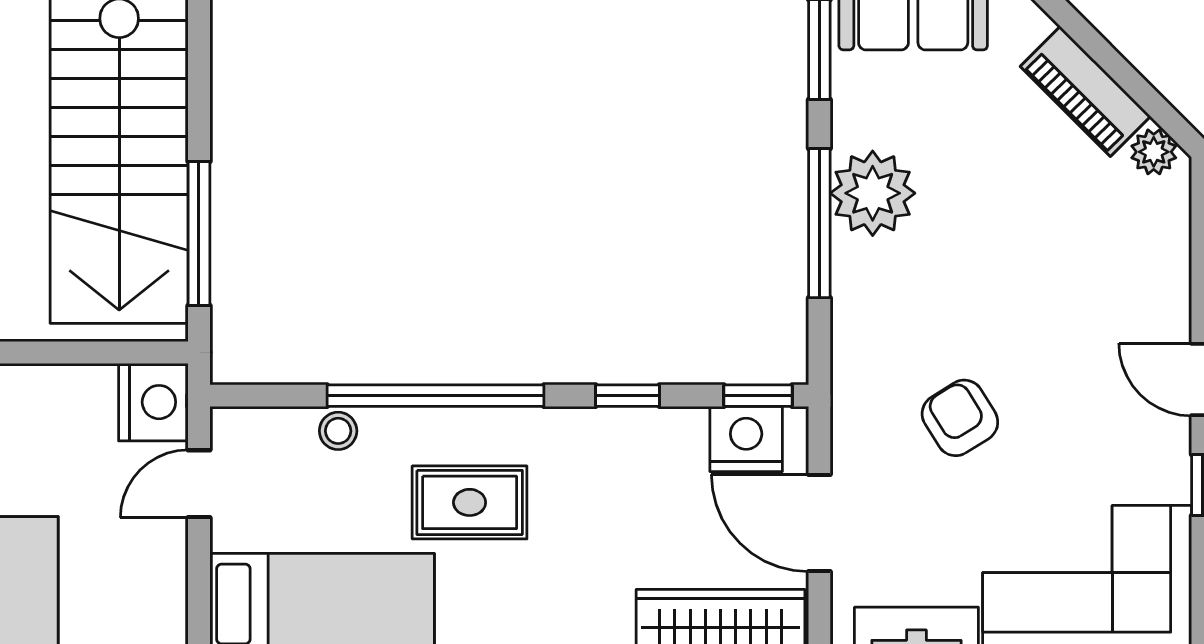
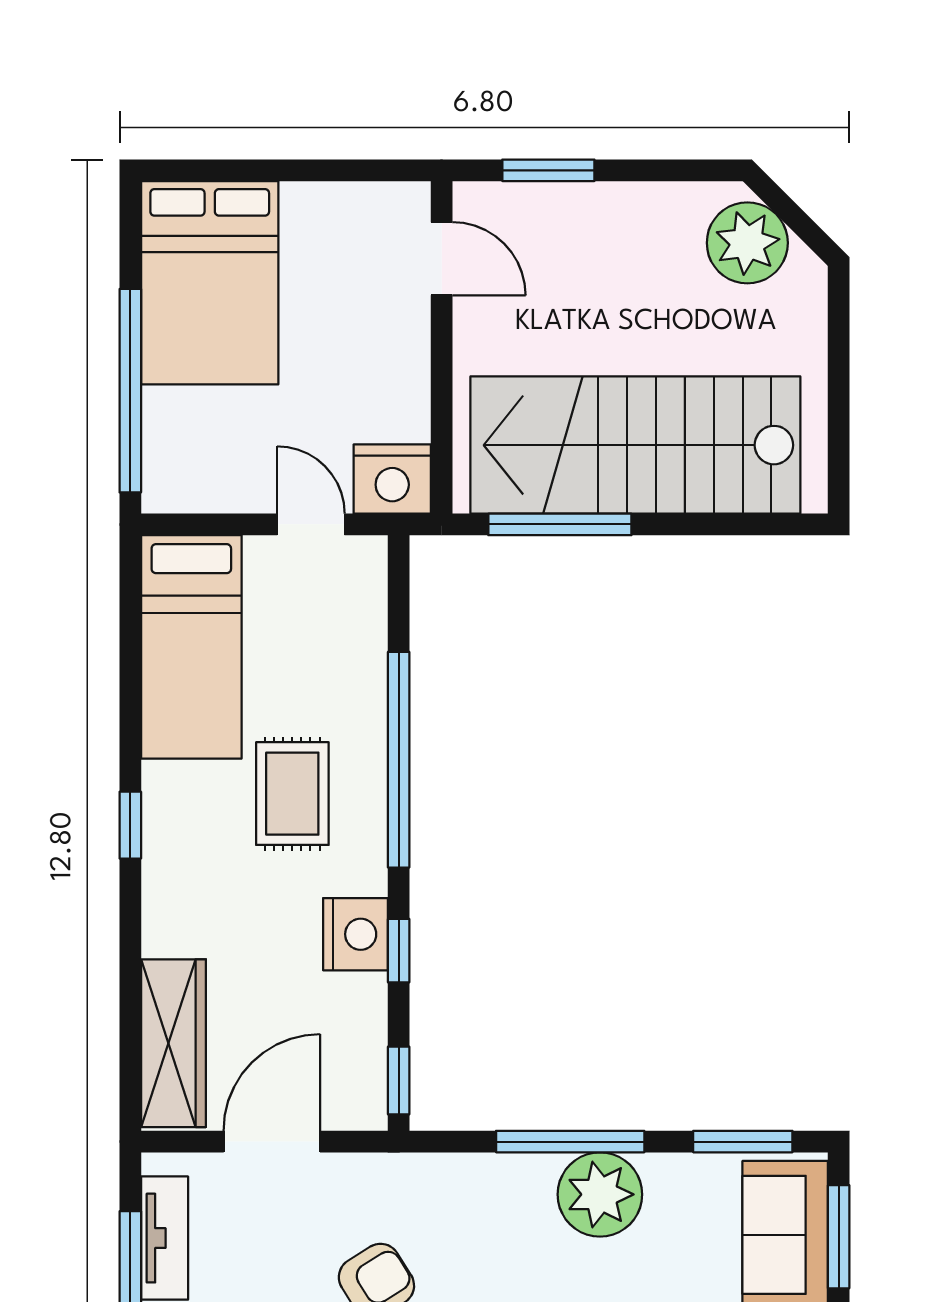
stool: (338, 431) -> (364, 663), removed
nightstand: (746, 439) -> (355, 934), moved

